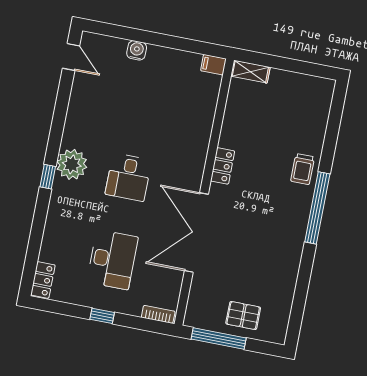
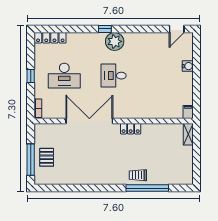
window: (317, 208) -> (147, 188), moved
locker: (43, 280) -> (50, 38), width x1.53
window: (219, 339) -> (31, 160), moved

